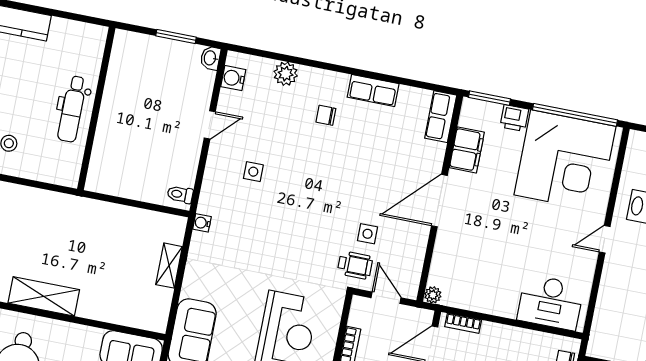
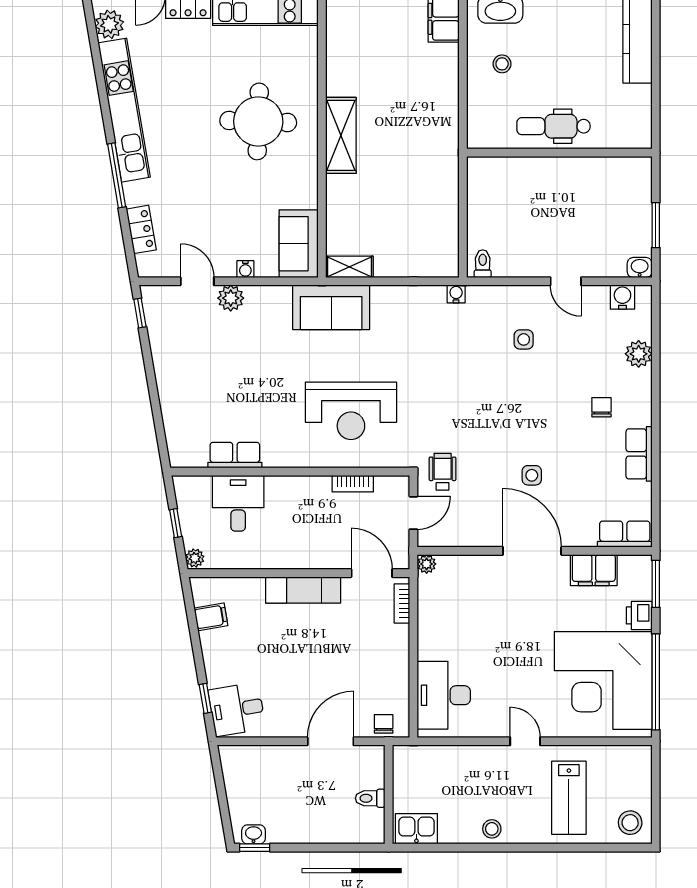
side table: (368, 234) -> (532, 475), moved
wheelchair: (355, 265) -> (443, 472), turned 180
shelving: (169, 266) -> (349, 267), moved

